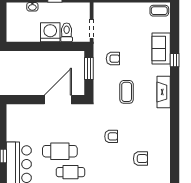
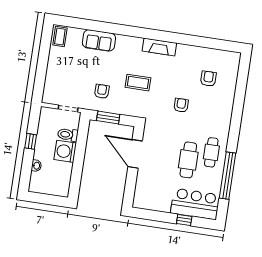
window: (175, 60) -> (113, 28), removed
fireplace: (164, 92) -> (159, 47), moved

